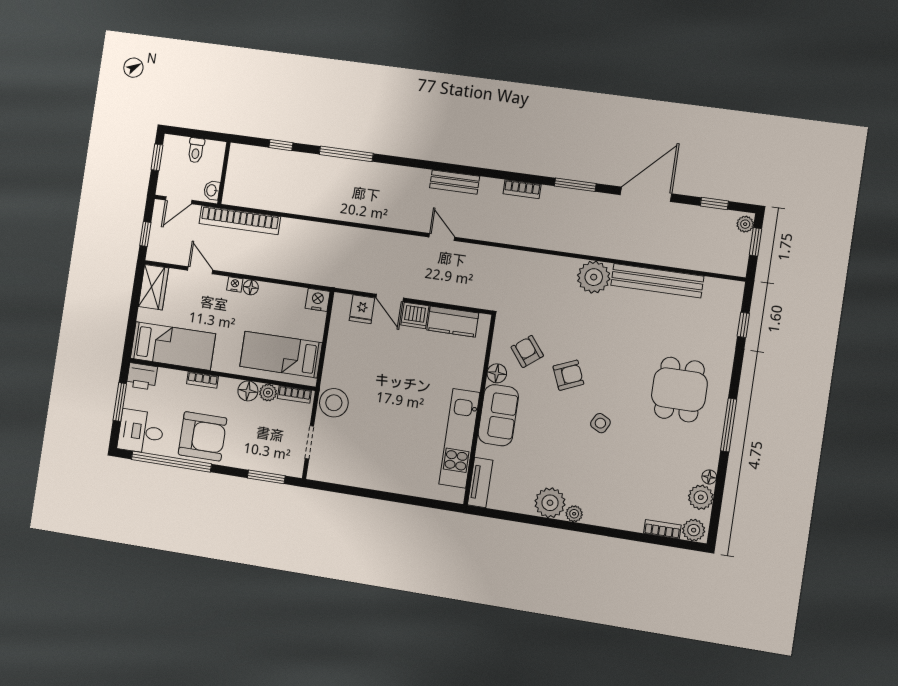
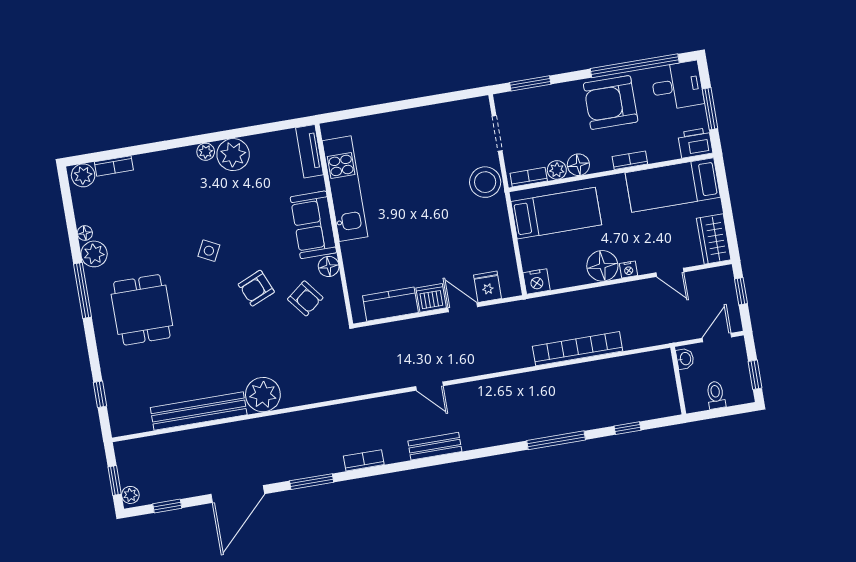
bookcase: (240, 220) -> (578, 349), moved
floor lamp: (251, 287) -> (602, 266), width x1.89, depth x1.89
plant: (701, 497) -> (94, 254), moved

